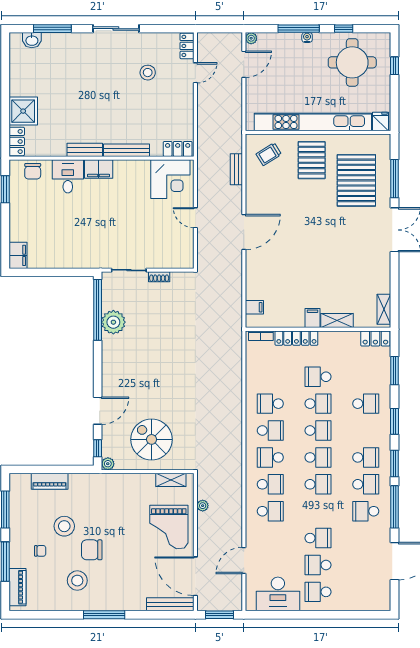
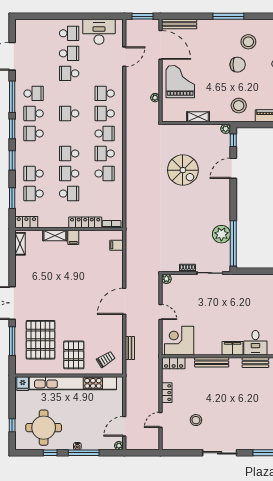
locker: (187, 46) -> (167, 393), moved
bench: (85, 150) -> (255, 363), moved
plant: (187, 262) -> (166, 279), added
spiral stairs: (152, 439) -> (183, 170), moved
school desk: (318, 457) -> (34, 194), moved
shelving: (171, 480) -> (198, 117), moved
stool: (64, 526) -> (239, 106), moved

